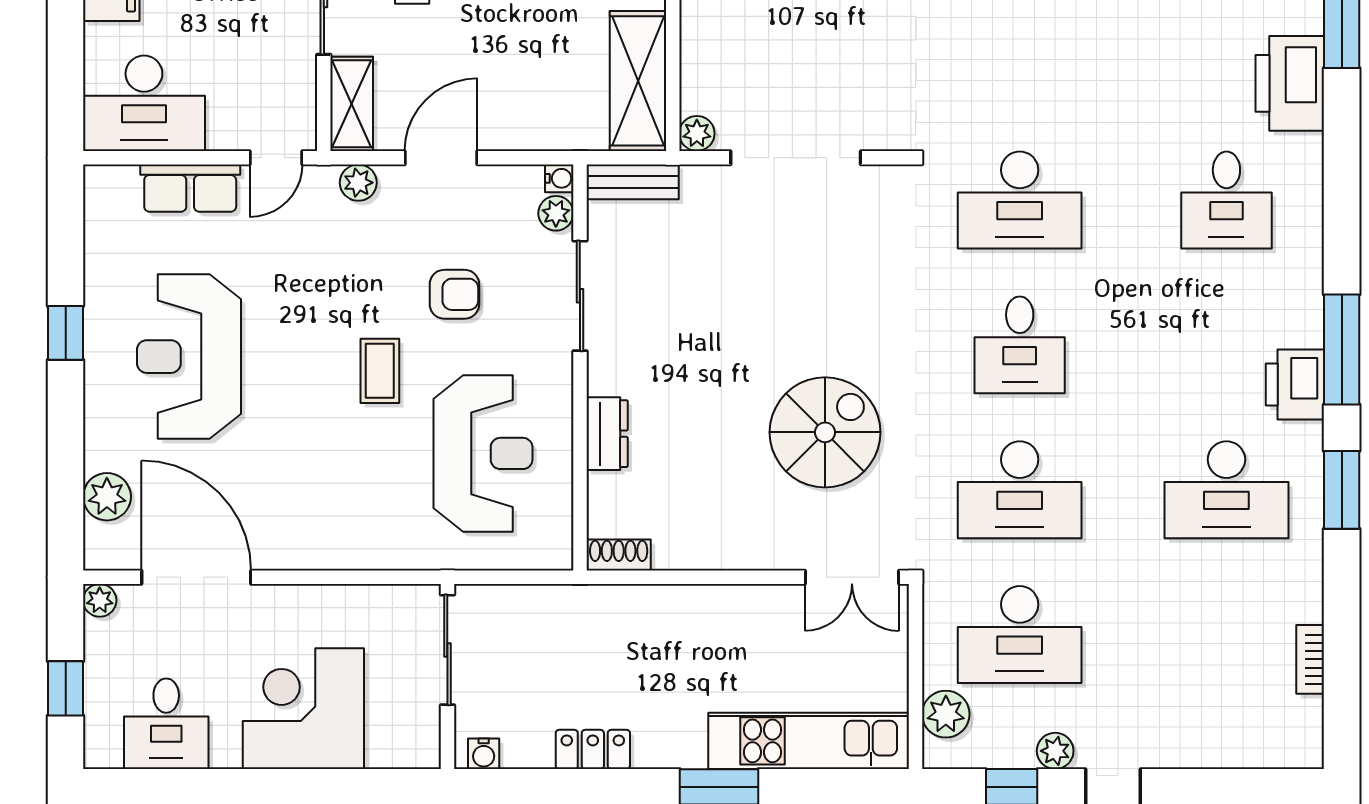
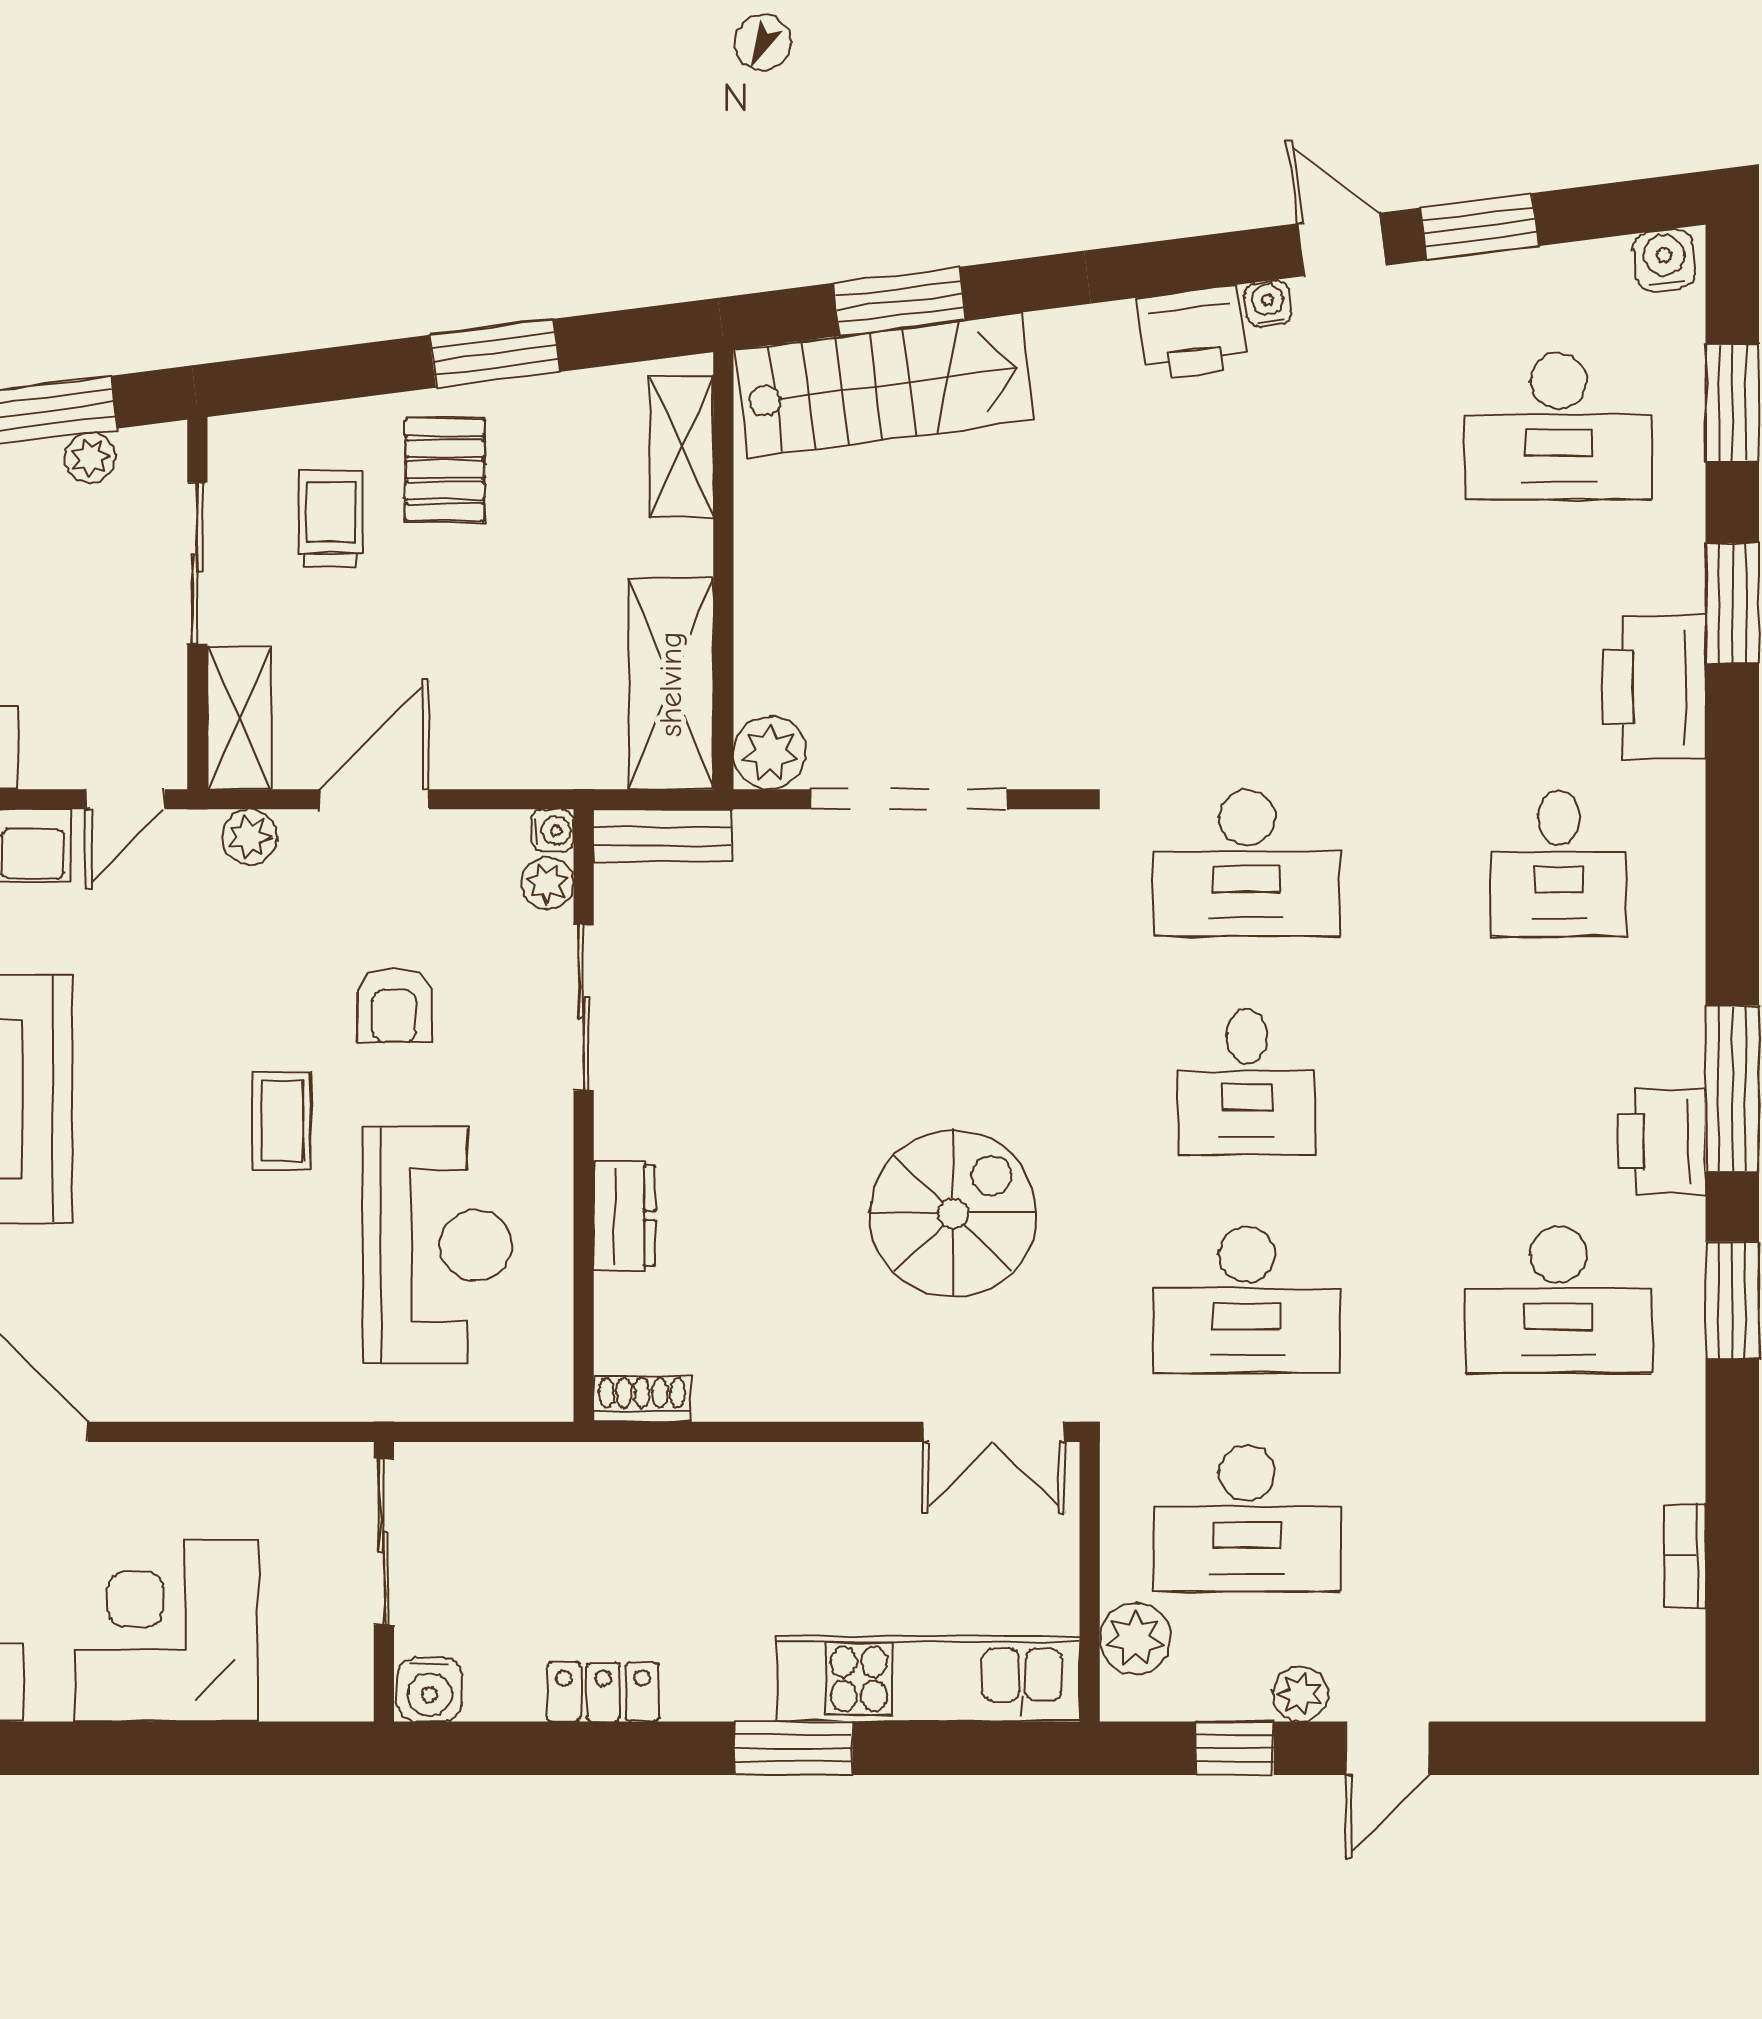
plant: (697, 133) -> (770, 753), width x1.38, depth x1.38
armchair: (454, 294) -> (394, 1005), turned 90
water cooler: (484, 754) -> (429, 1689), width x1.38, depth x1.38

